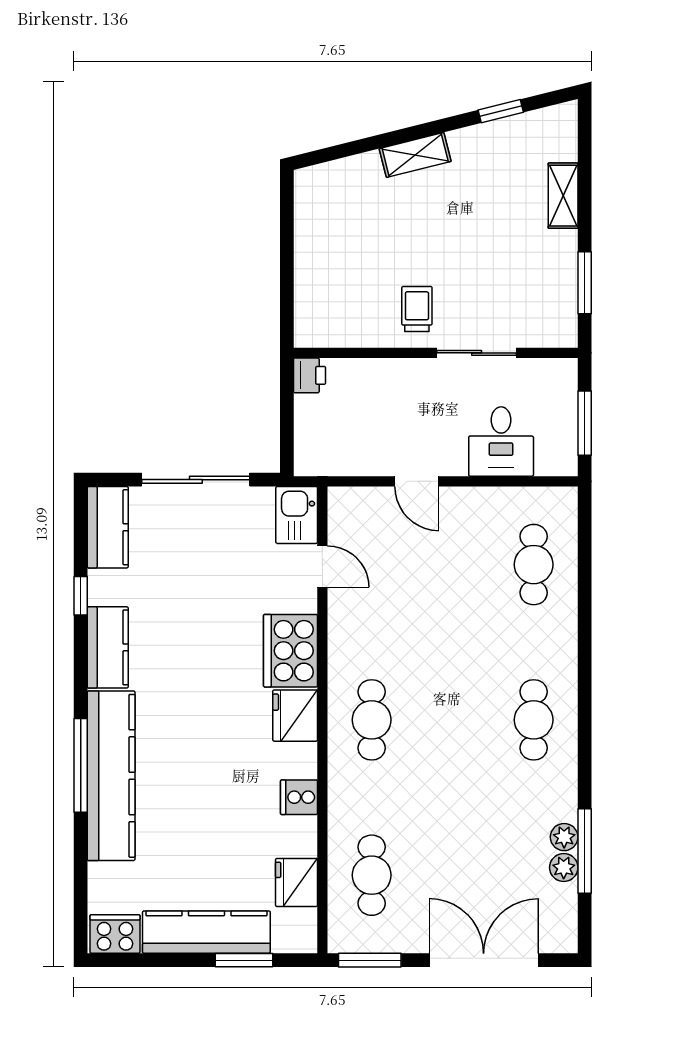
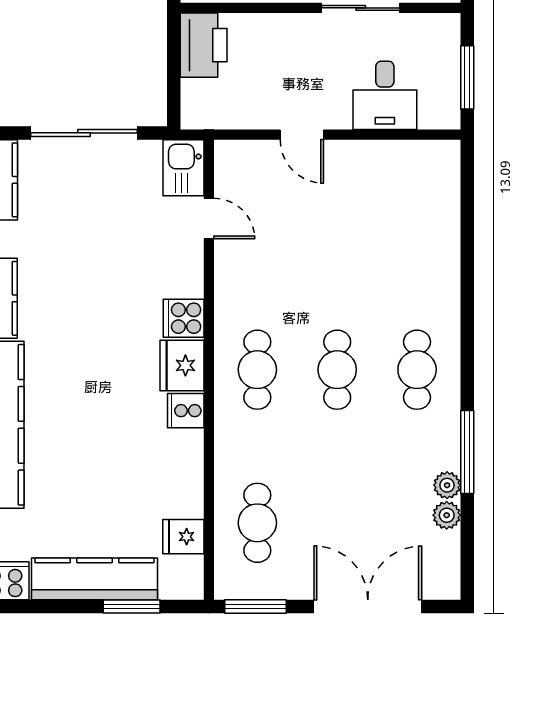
printer: (310, 375) -> (204, 45), width x1.87, depth x1.48
cafe table: (534, 565) -> (337, 370), moved
cooker: (290, 651) -> (184, 318), width x0.53, depth x0.76
cooker: (299, 797) -> (186, 411), moved
window: (585, 851) -> (467, 452), moved
fridge: (297, 882) -> (183, 537), width x0.72

